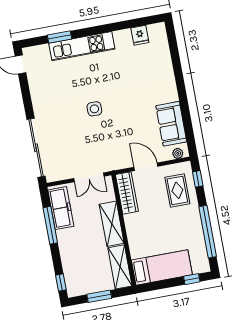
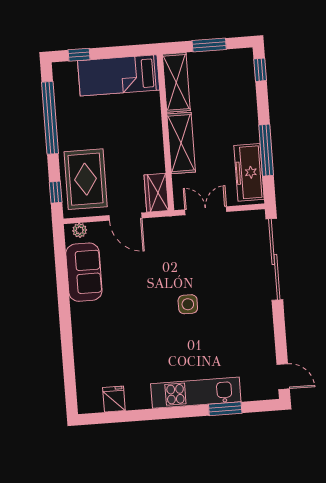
rug: (177, 190) -> (86, 179), width x1.36, depth x1.43
wardrobe: (127, 193) -> (156, 193), width x0.67

